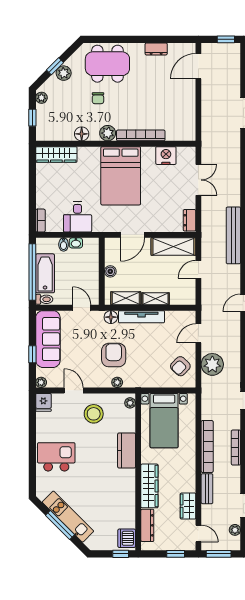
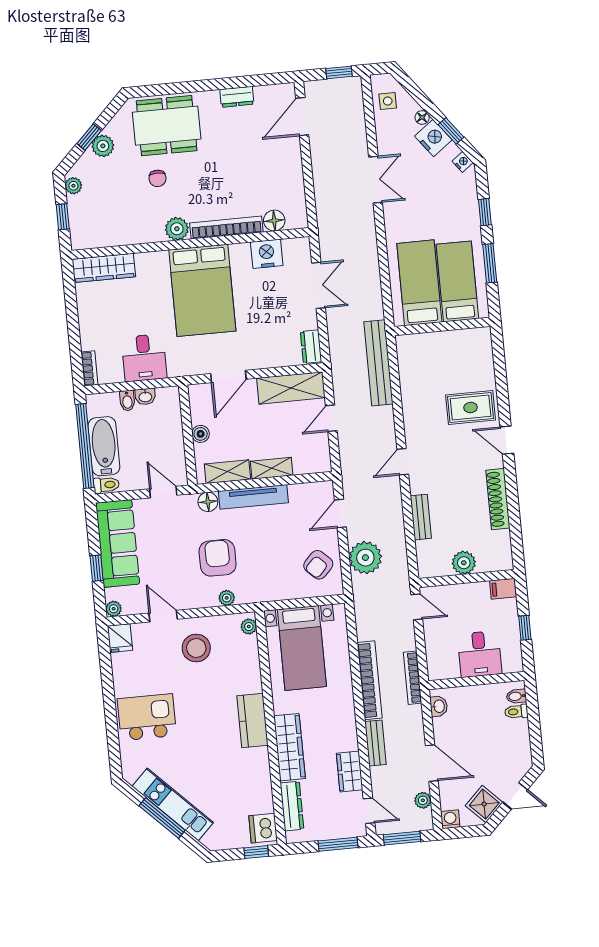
floor lamp: (82, 134) -> (274, 221), moved
kitchen counter: (127, 450) -> (253, 720), moved
window: (176, 554) -> (338, 844), width x1.50

